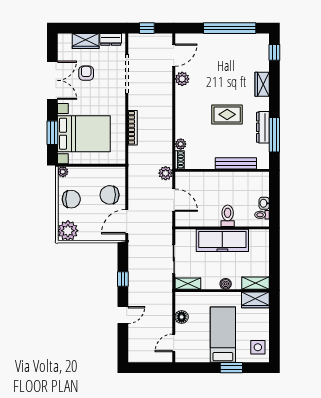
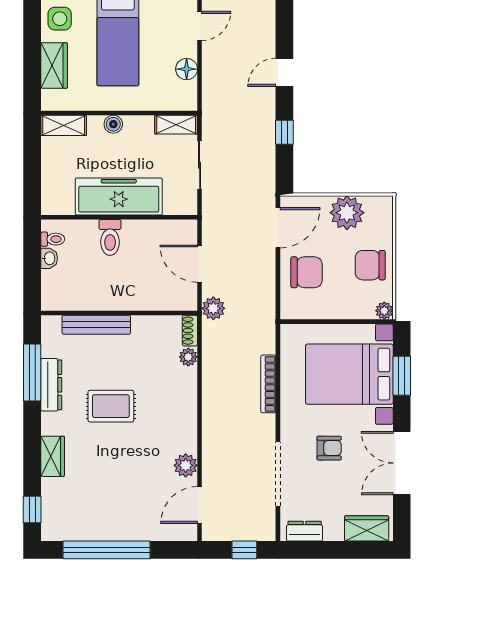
wardrobe: (86, 41) -> (367, 528), moved
armchair: (86, 73) -> (329, 448), moved, turned -90
plant: (68, 231) -> (347, 213), moved
wardrobe: (255, 300) -> (54, 65), moved, turned 90

